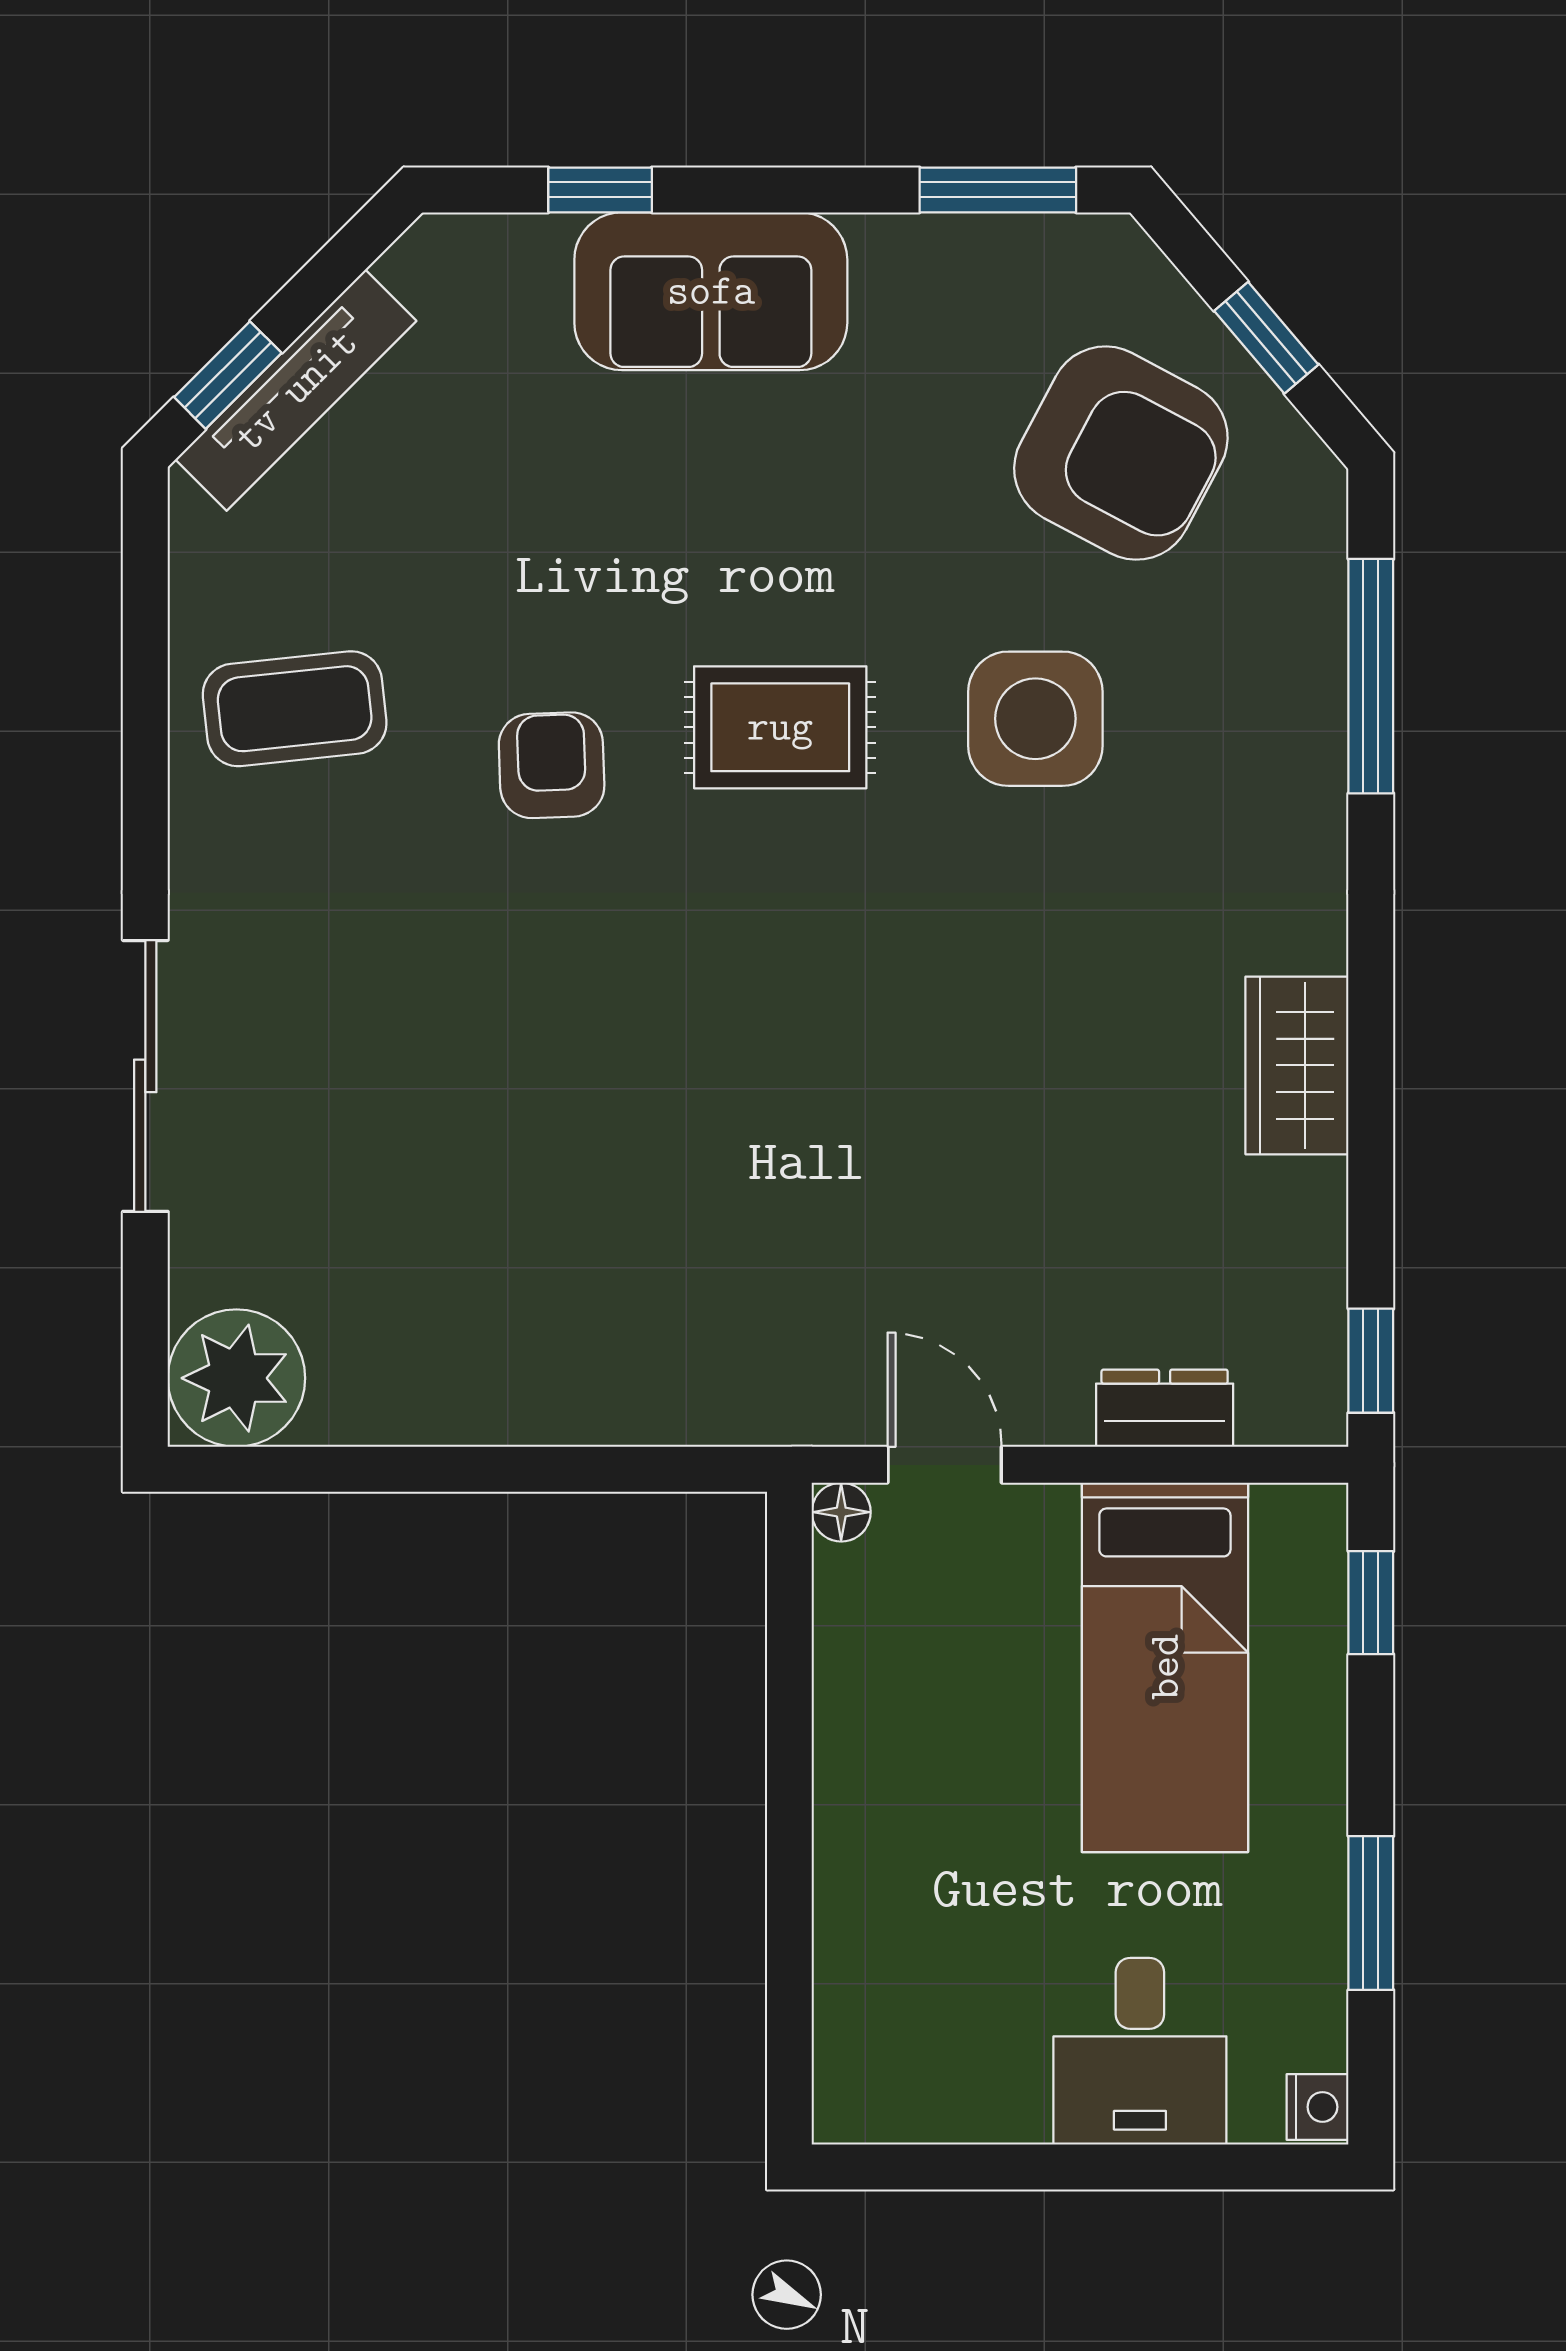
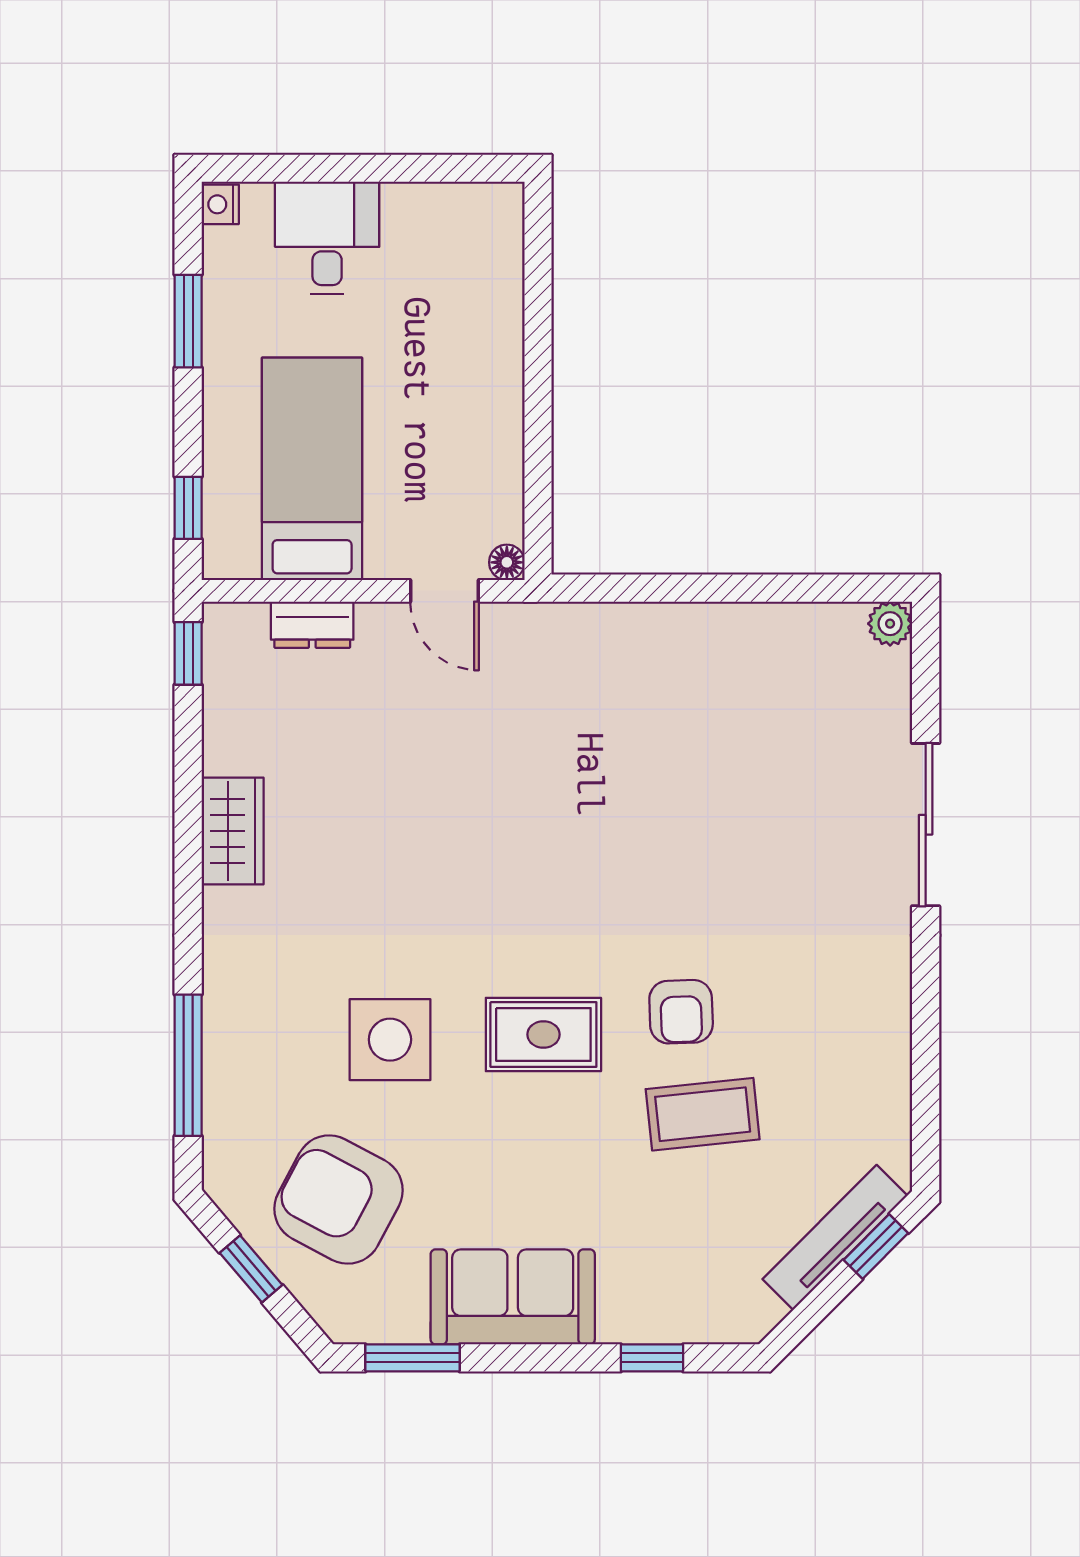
sofa: (711, 291) -> (513, 1297), moved
coffee table: (295, 709) -> (703, 1114), moved
plant: (236, 1378) -> (890, 624), width x0.53, depth x0.53

